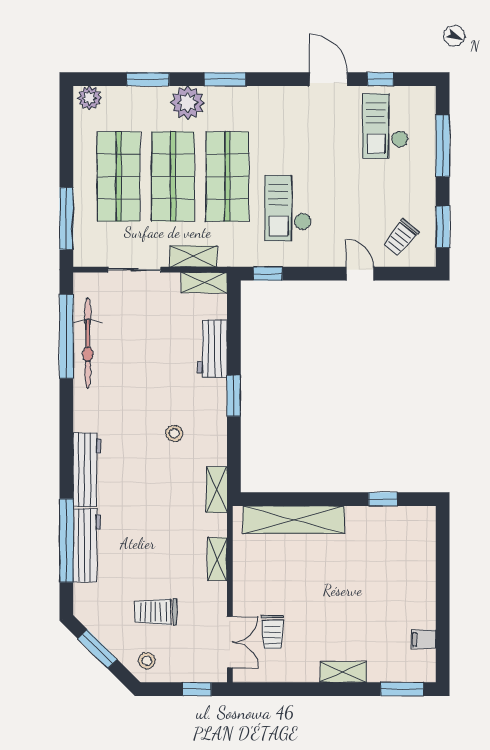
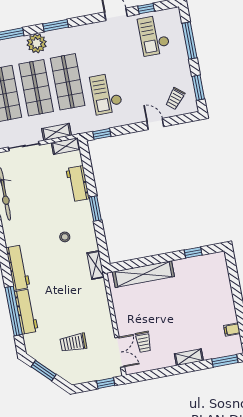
shelving: (217, 559) -> (103, 305), removed
stool: (147, 661) -> (73, 372), removed

